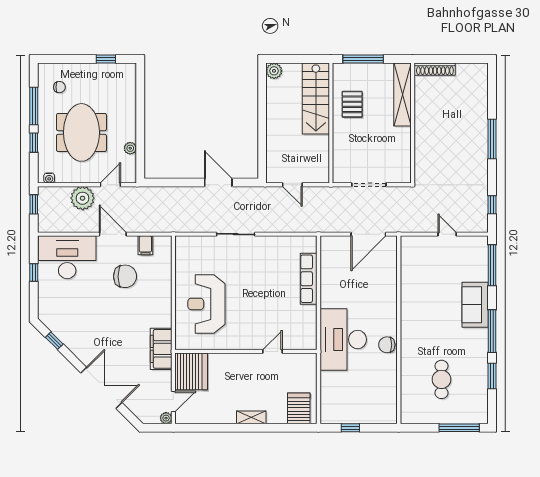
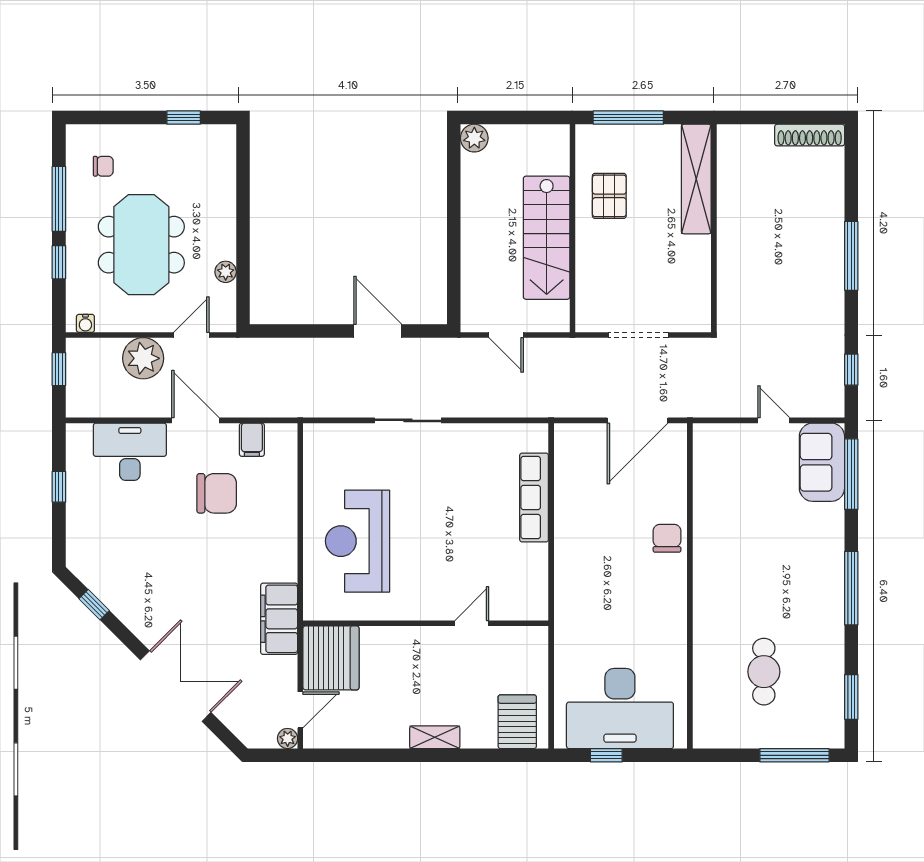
shoe rack: (435, 69) -> (810, 135), moved
stairs: (316, 98) -> (547, 238), moved
desk: (67, 257) -> (130, 452), width x0.73, depth x0.77
sofa: (475, 305) -> (822, 462), moved
desk: (343, 340) -> (620, 709), moved, turned -90
chair: (387, 345) -> (667, 538), moved, turned 90
window: (492, 376) -> (851, 697), moved

